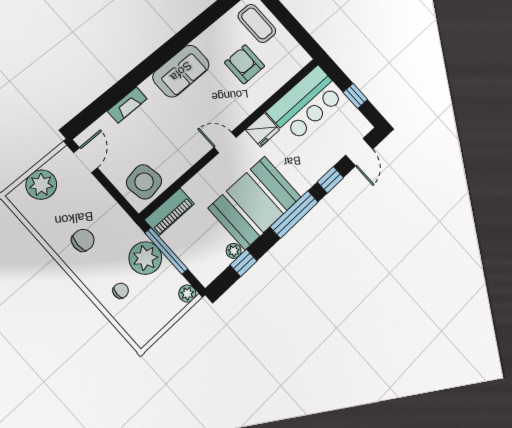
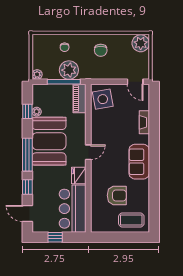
plant: (41, 185) -> (141, 43), moved

